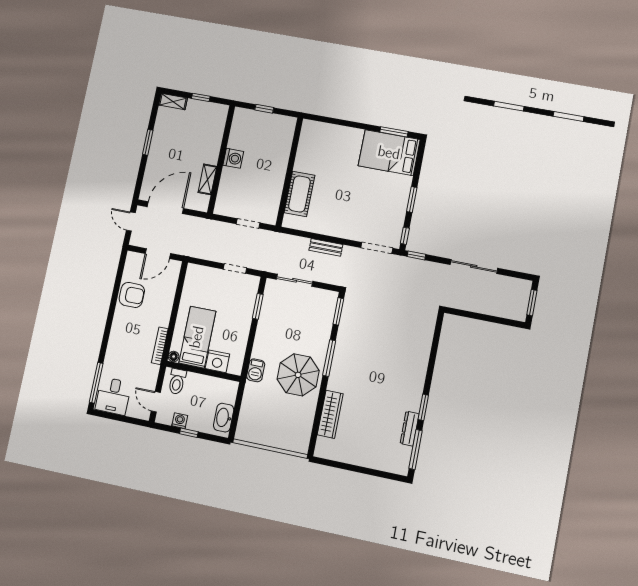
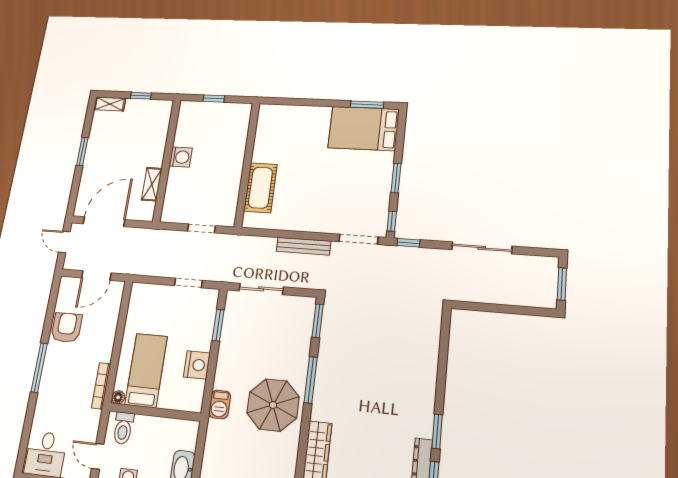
bench: (326, 247) -> (304, 246), width x1.36
armchair: (132, 295) -> (67, 328), turned -90
nightstand: (217, 361) -> (197, 365), moved, turned -90
window: (96, 383) -> (39, 368), moved

